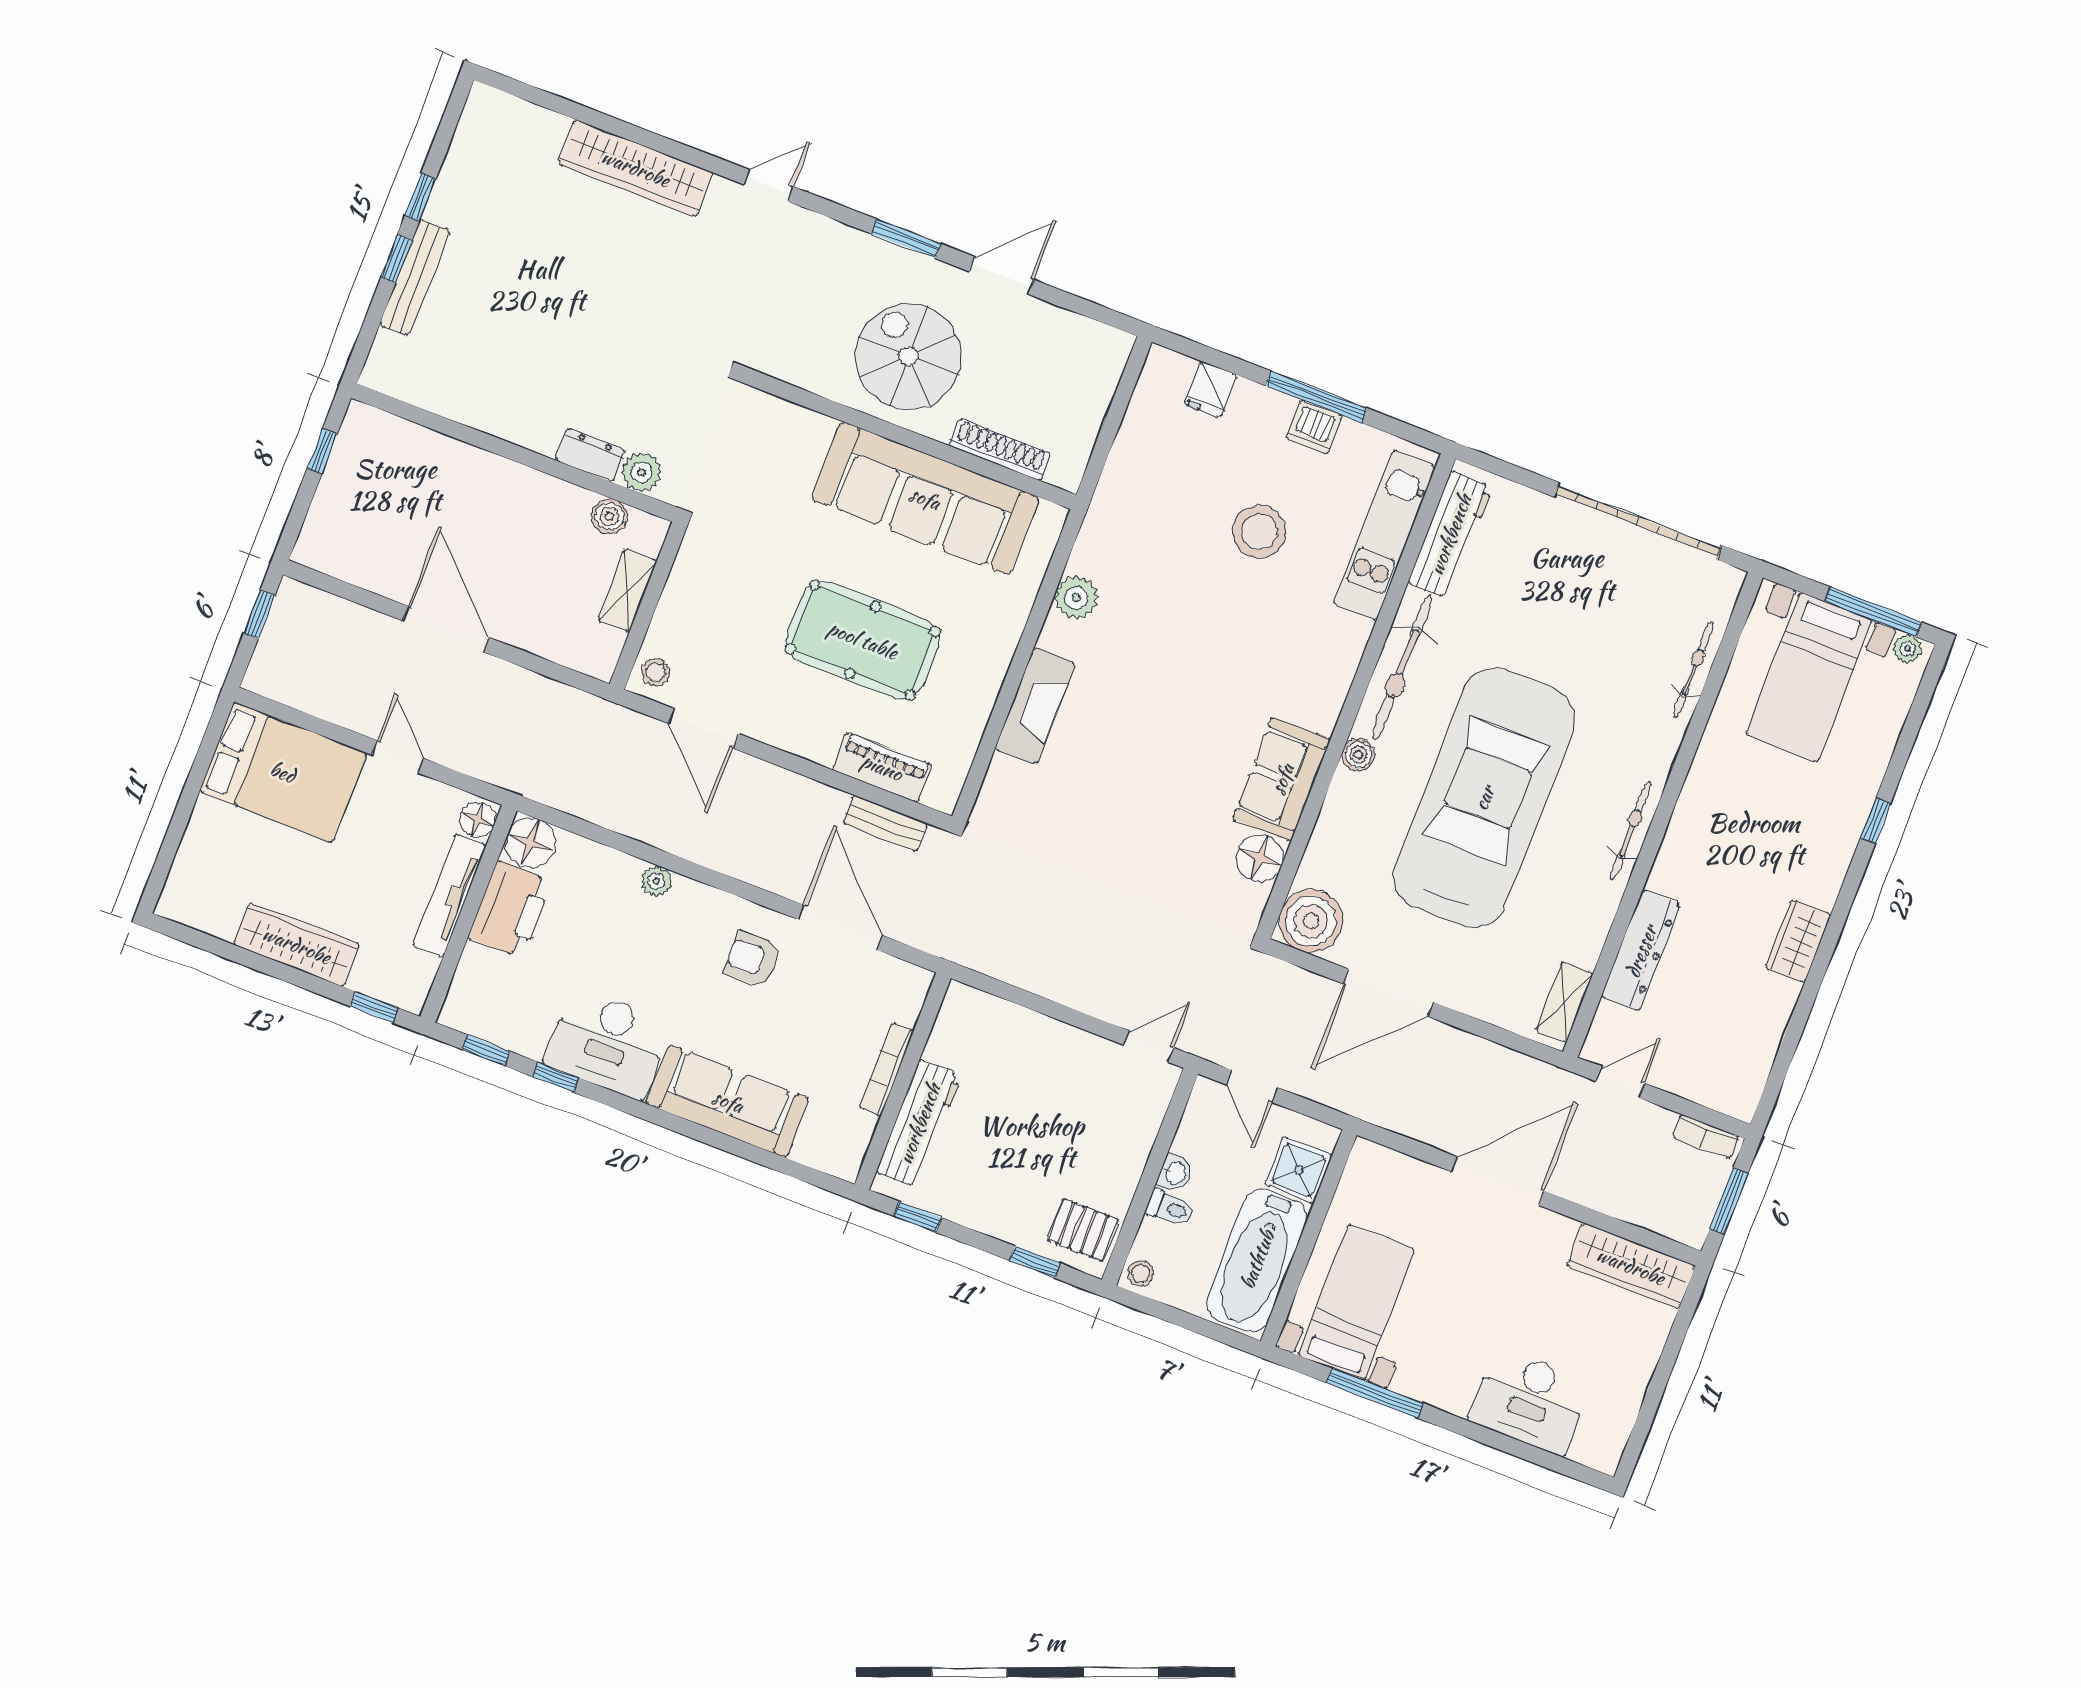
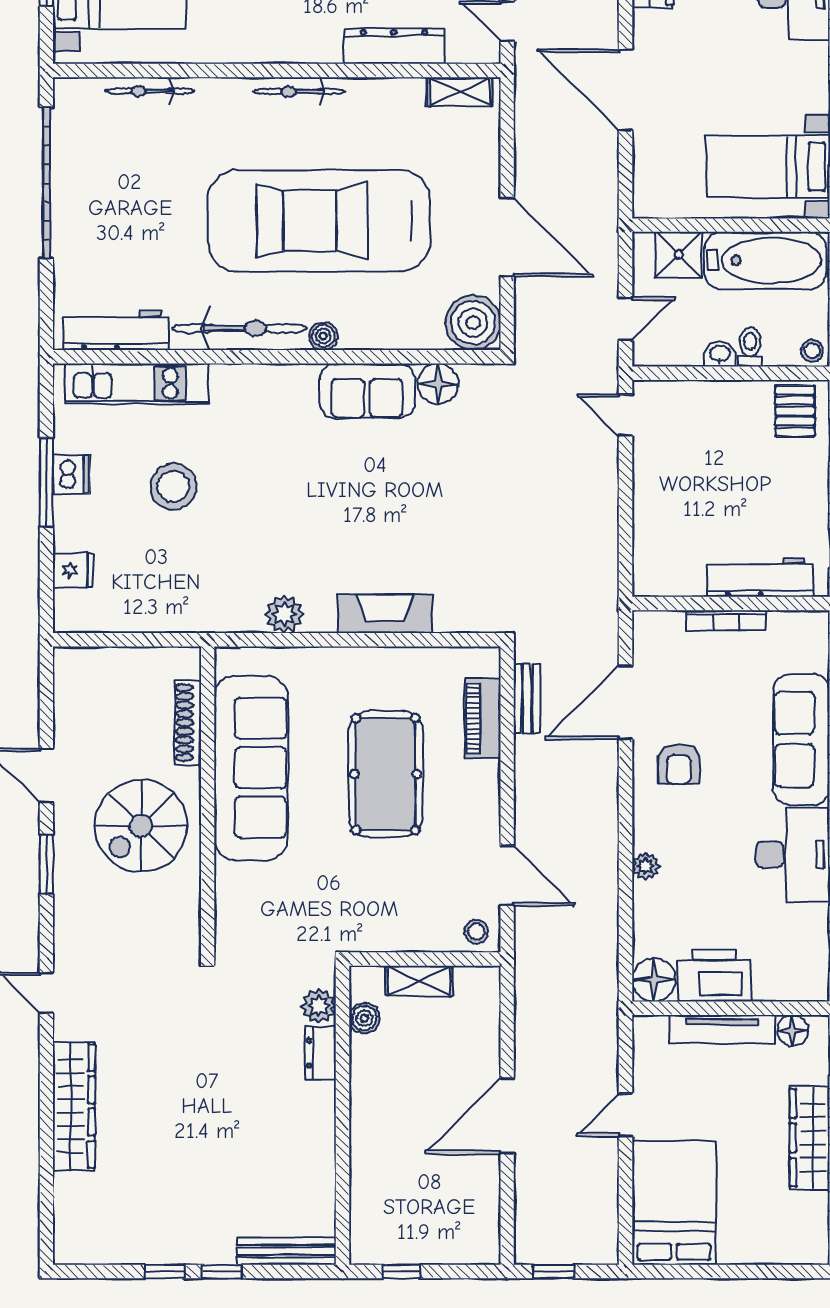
bench: (414, 278) -> (286, 1251), moved
door: (703, 728) -> (507, 876), hinge flipped
floor lamp: (478, 819) -> (793, 1030), moved

